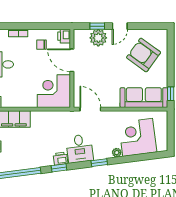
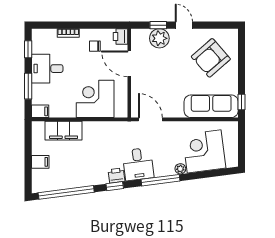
door: (120, 26) -> (184, 25), swing flipped
armchair: (144, 55) -> (211, 58), turned -77
corner desk: (54, 91) -> (95, 99), moved
window: (99, 163) -> (160, 180), width x2.17

